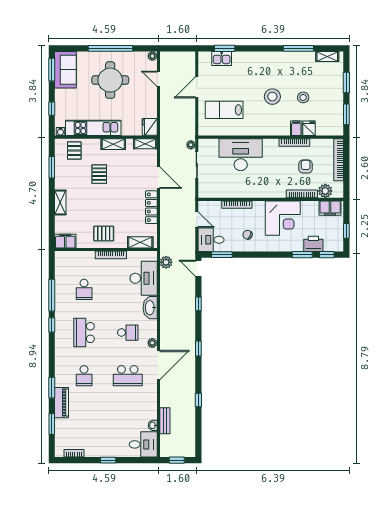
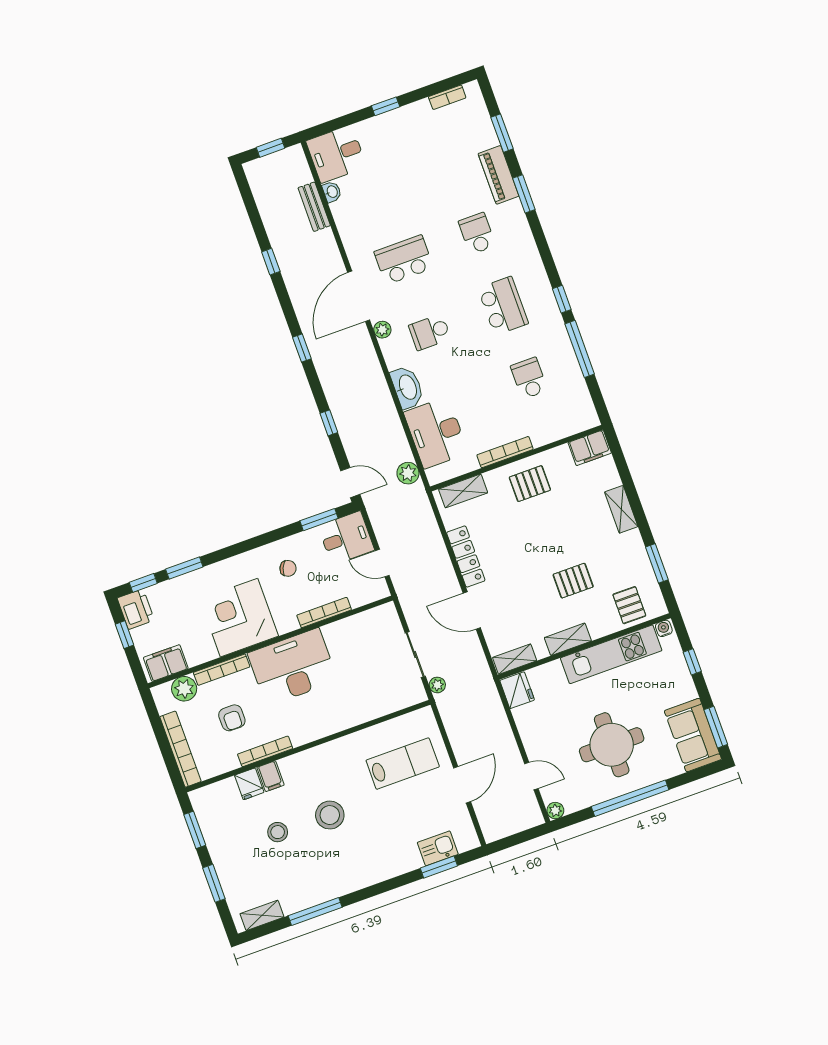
desk: (241, 155) -> (293, 667), moved, turned 180
pallet: (99, 174) -> (573, 581), turned 90
printer: (313, 244) -> (136, 609), moved, turned -90

